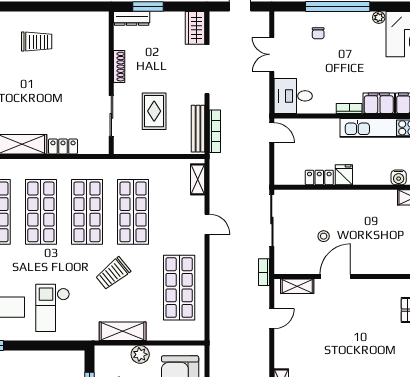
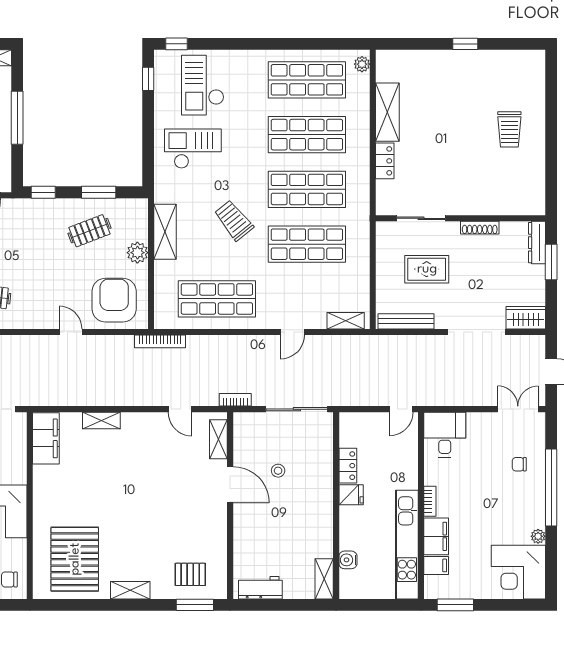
double door: (272, 54) -> (518, 409), moved
bookcase: (215, 131) -> (160, 341), moved

